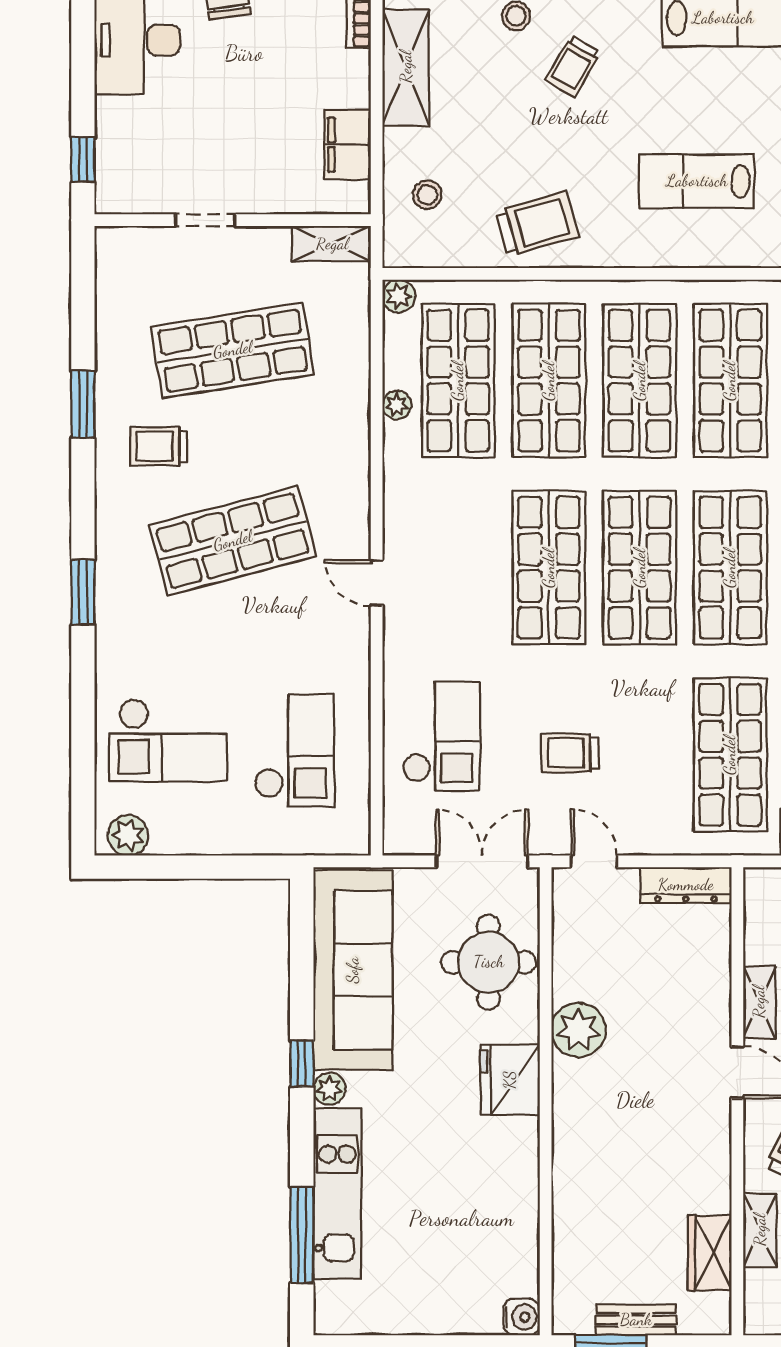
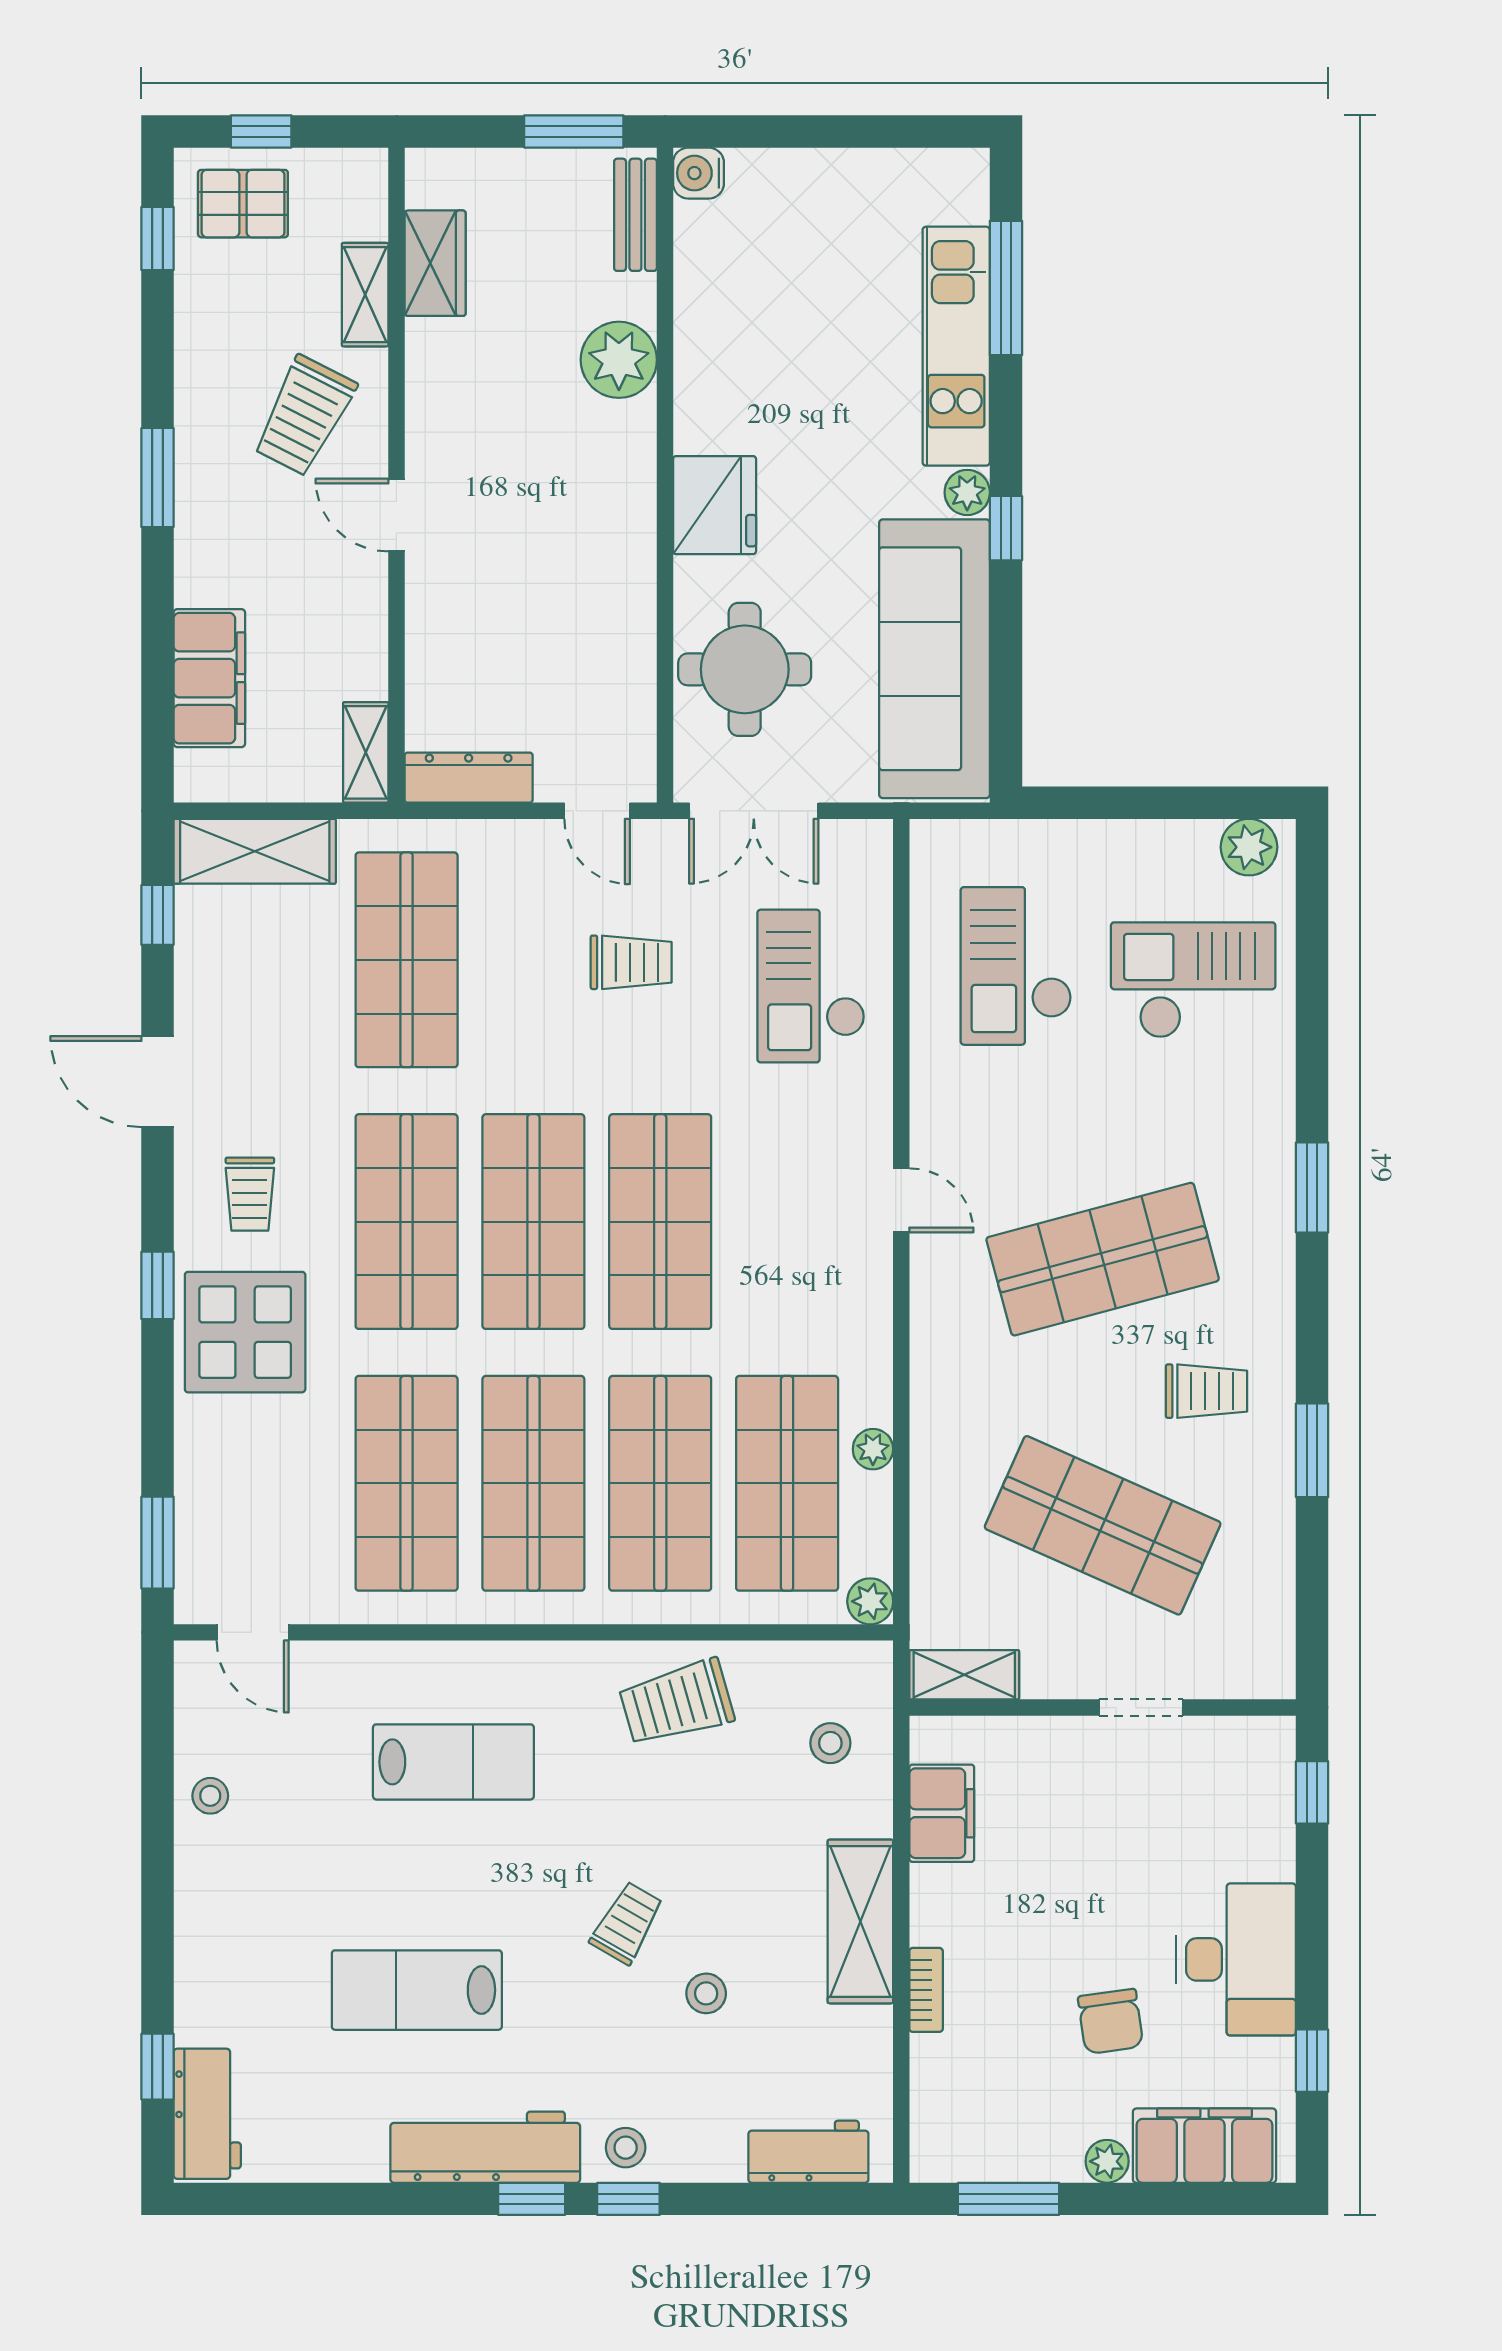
shop shelf: (233, 350) -> (1103, 1525), turned 33
shelving: (759, 1002) -> (366, 752), moved
plant: (578, 1030) -> (619, 360), moved
bench: (636, 1320) -> (635, 215), moved, turned 90

